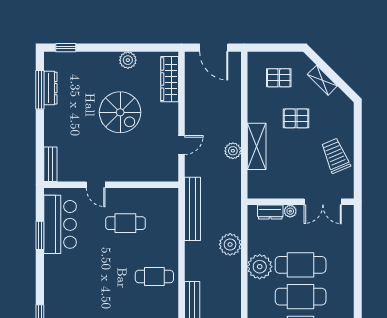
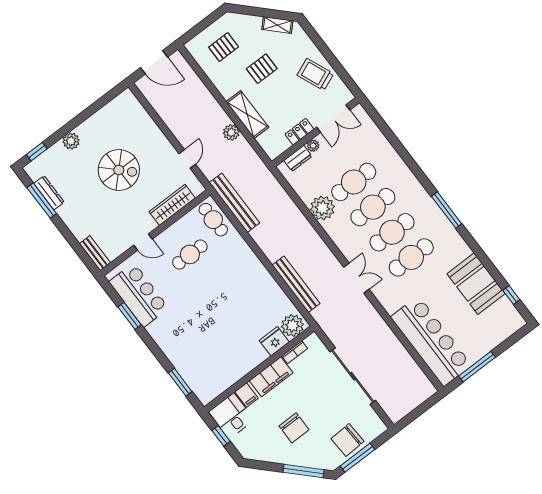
plant: (128, 60) -> (71, 141), moved
wardrobe: (170, 79) -> (172, 205), moved, turned 90
shelving: (322, 80) -> (277, 25), moved
locker: (288, 192) -> (299, 132), added
plant: (230, 244) -> (286, 208), removed
cafe table: (154, 277) -> (213, 220), moved, turned 90

